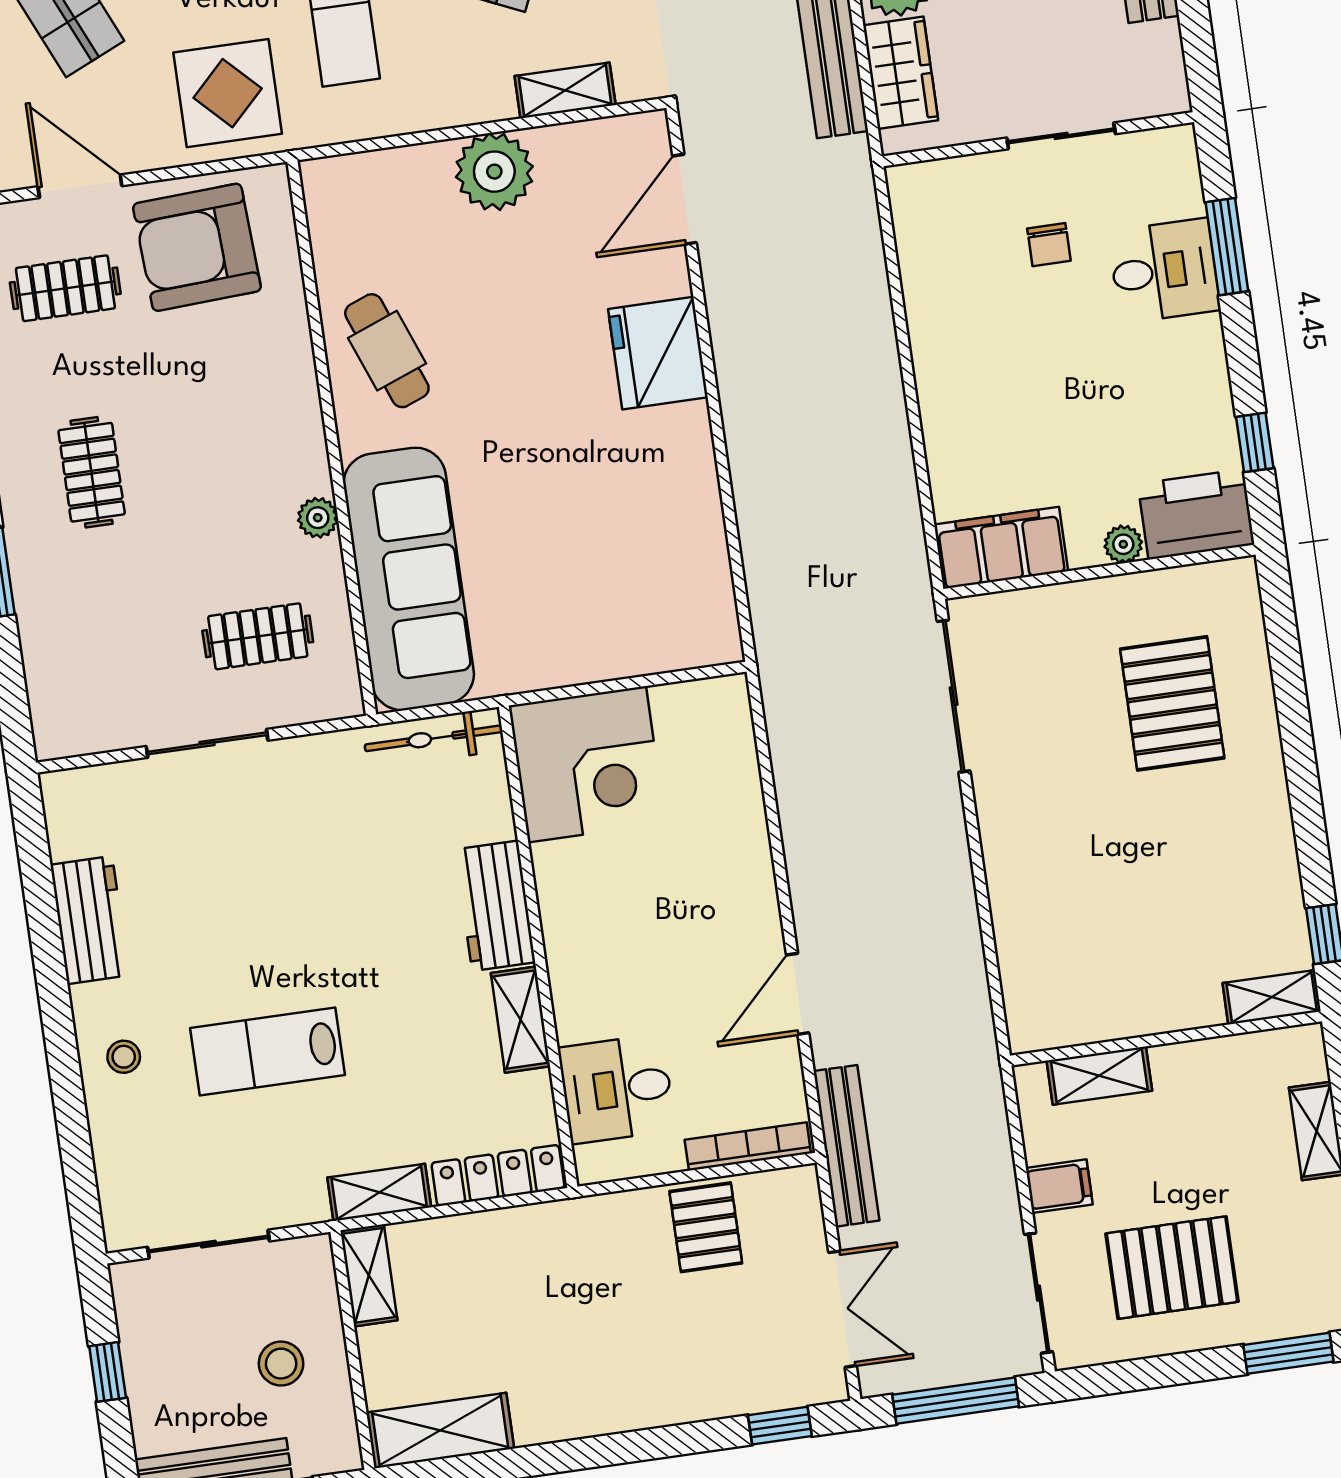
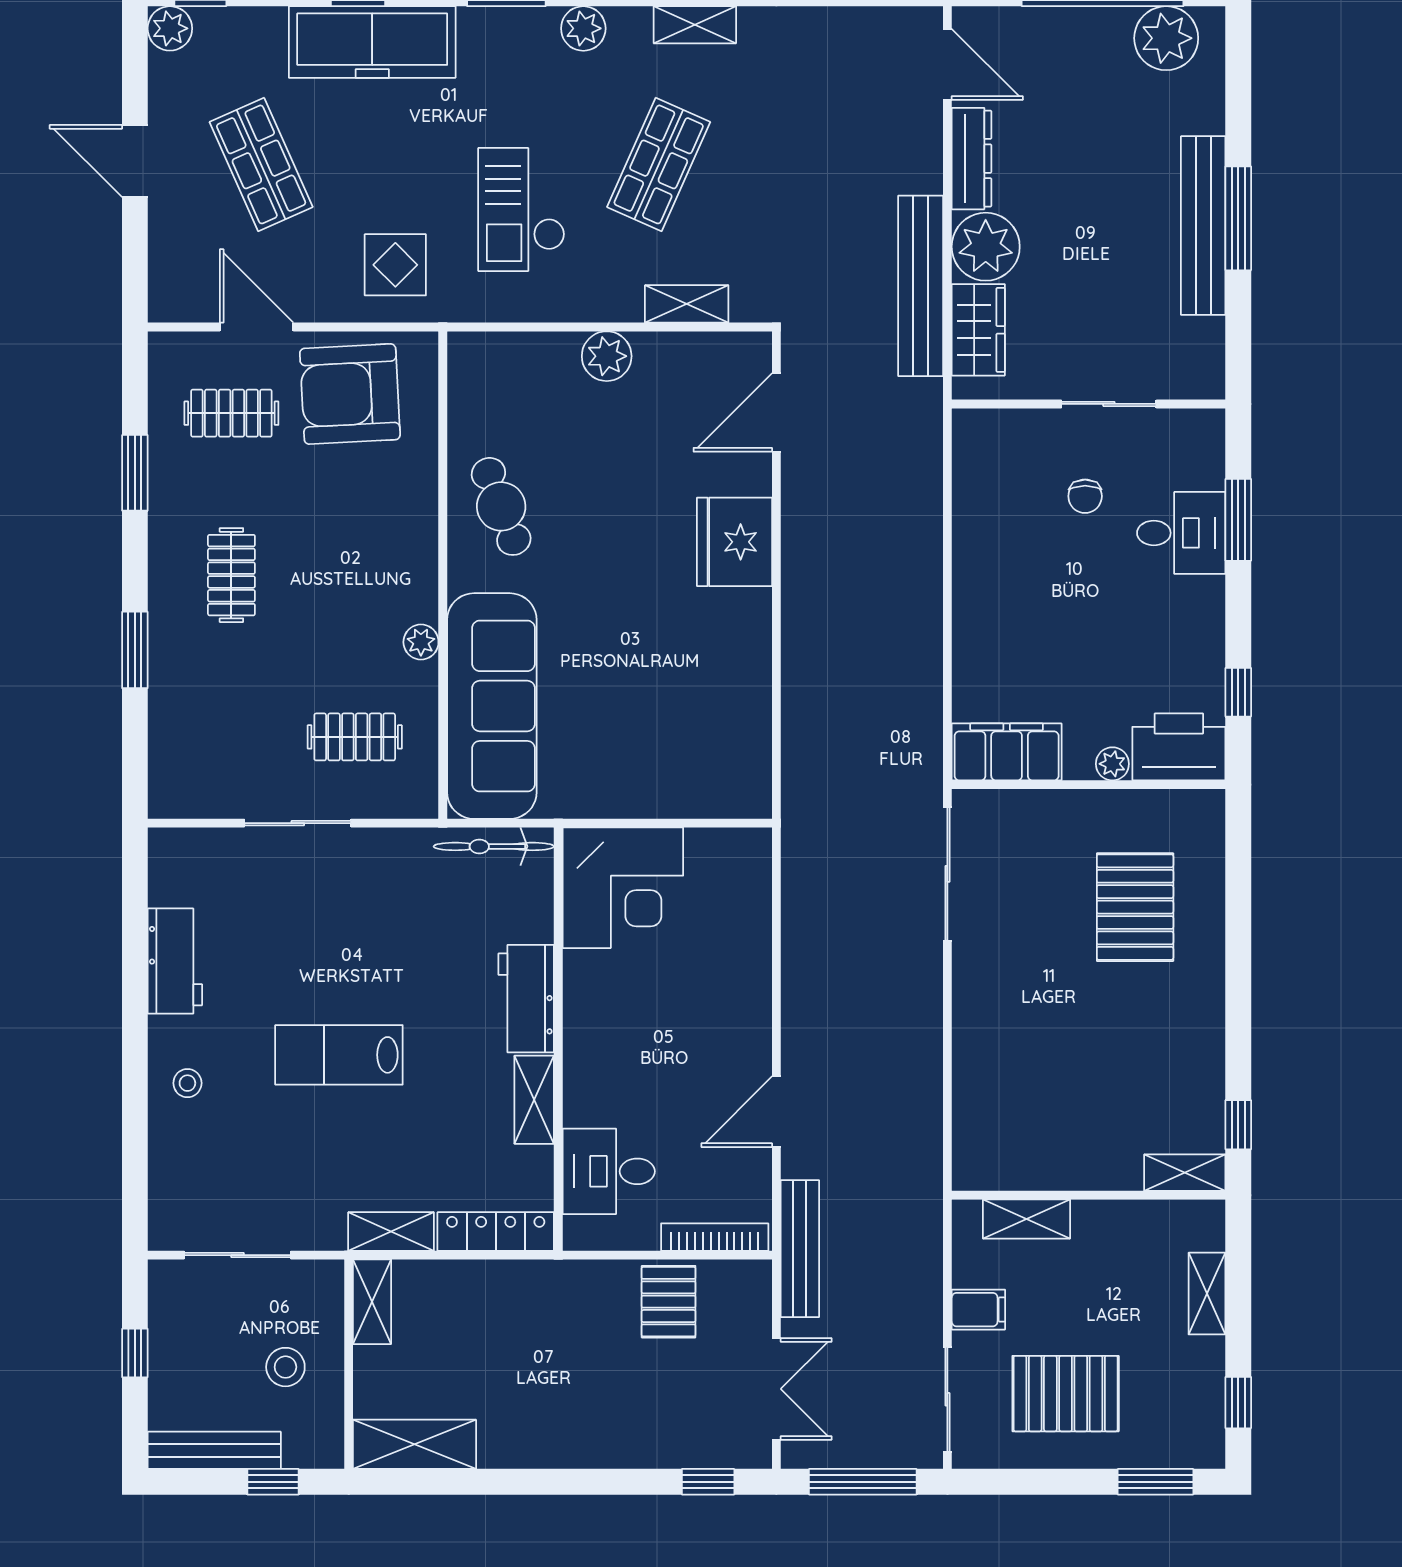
display table: (228, 93) -> (395, 265), width x0.73, depth x0.73
plant: (494, 172) -> (607, 356), width x0.73, depth x0.73
lab bench: (268, 1052) -> (339, 1055), moved

